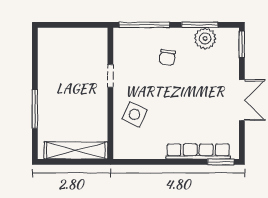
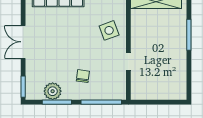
side table: (135, 114) -> (109, 30), turned 45

